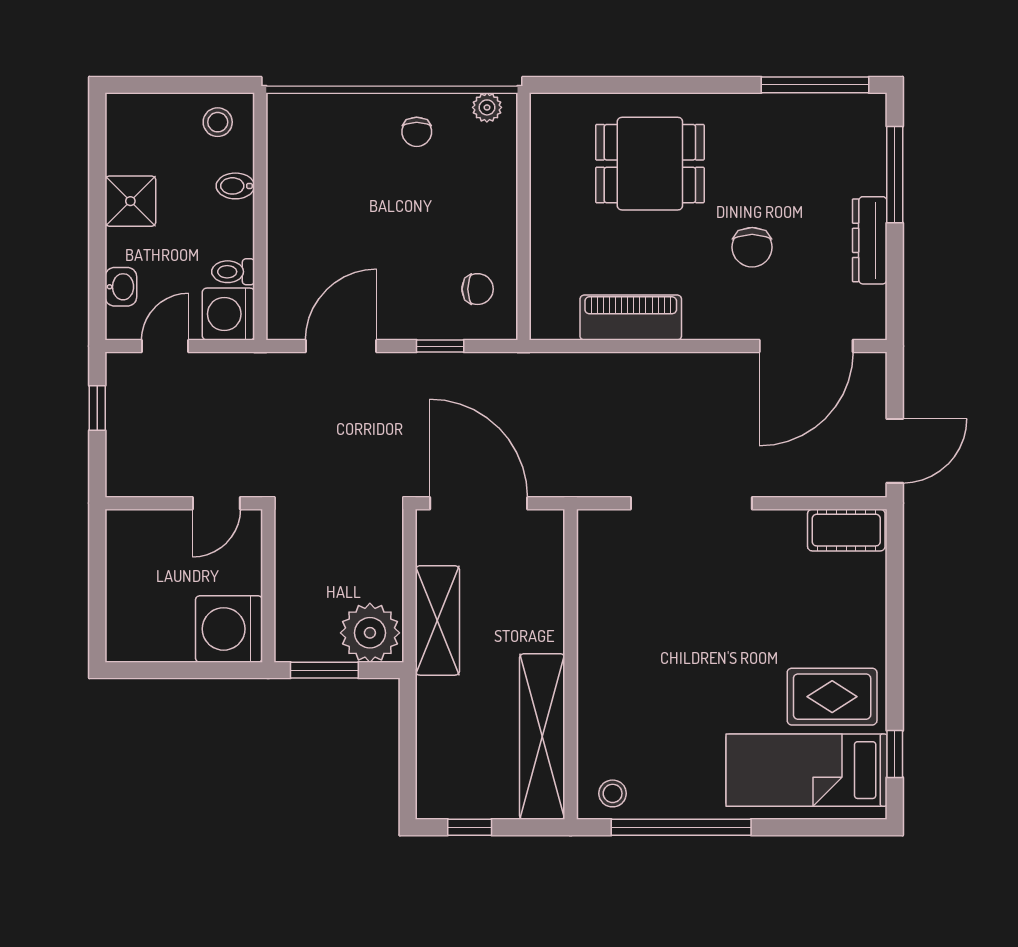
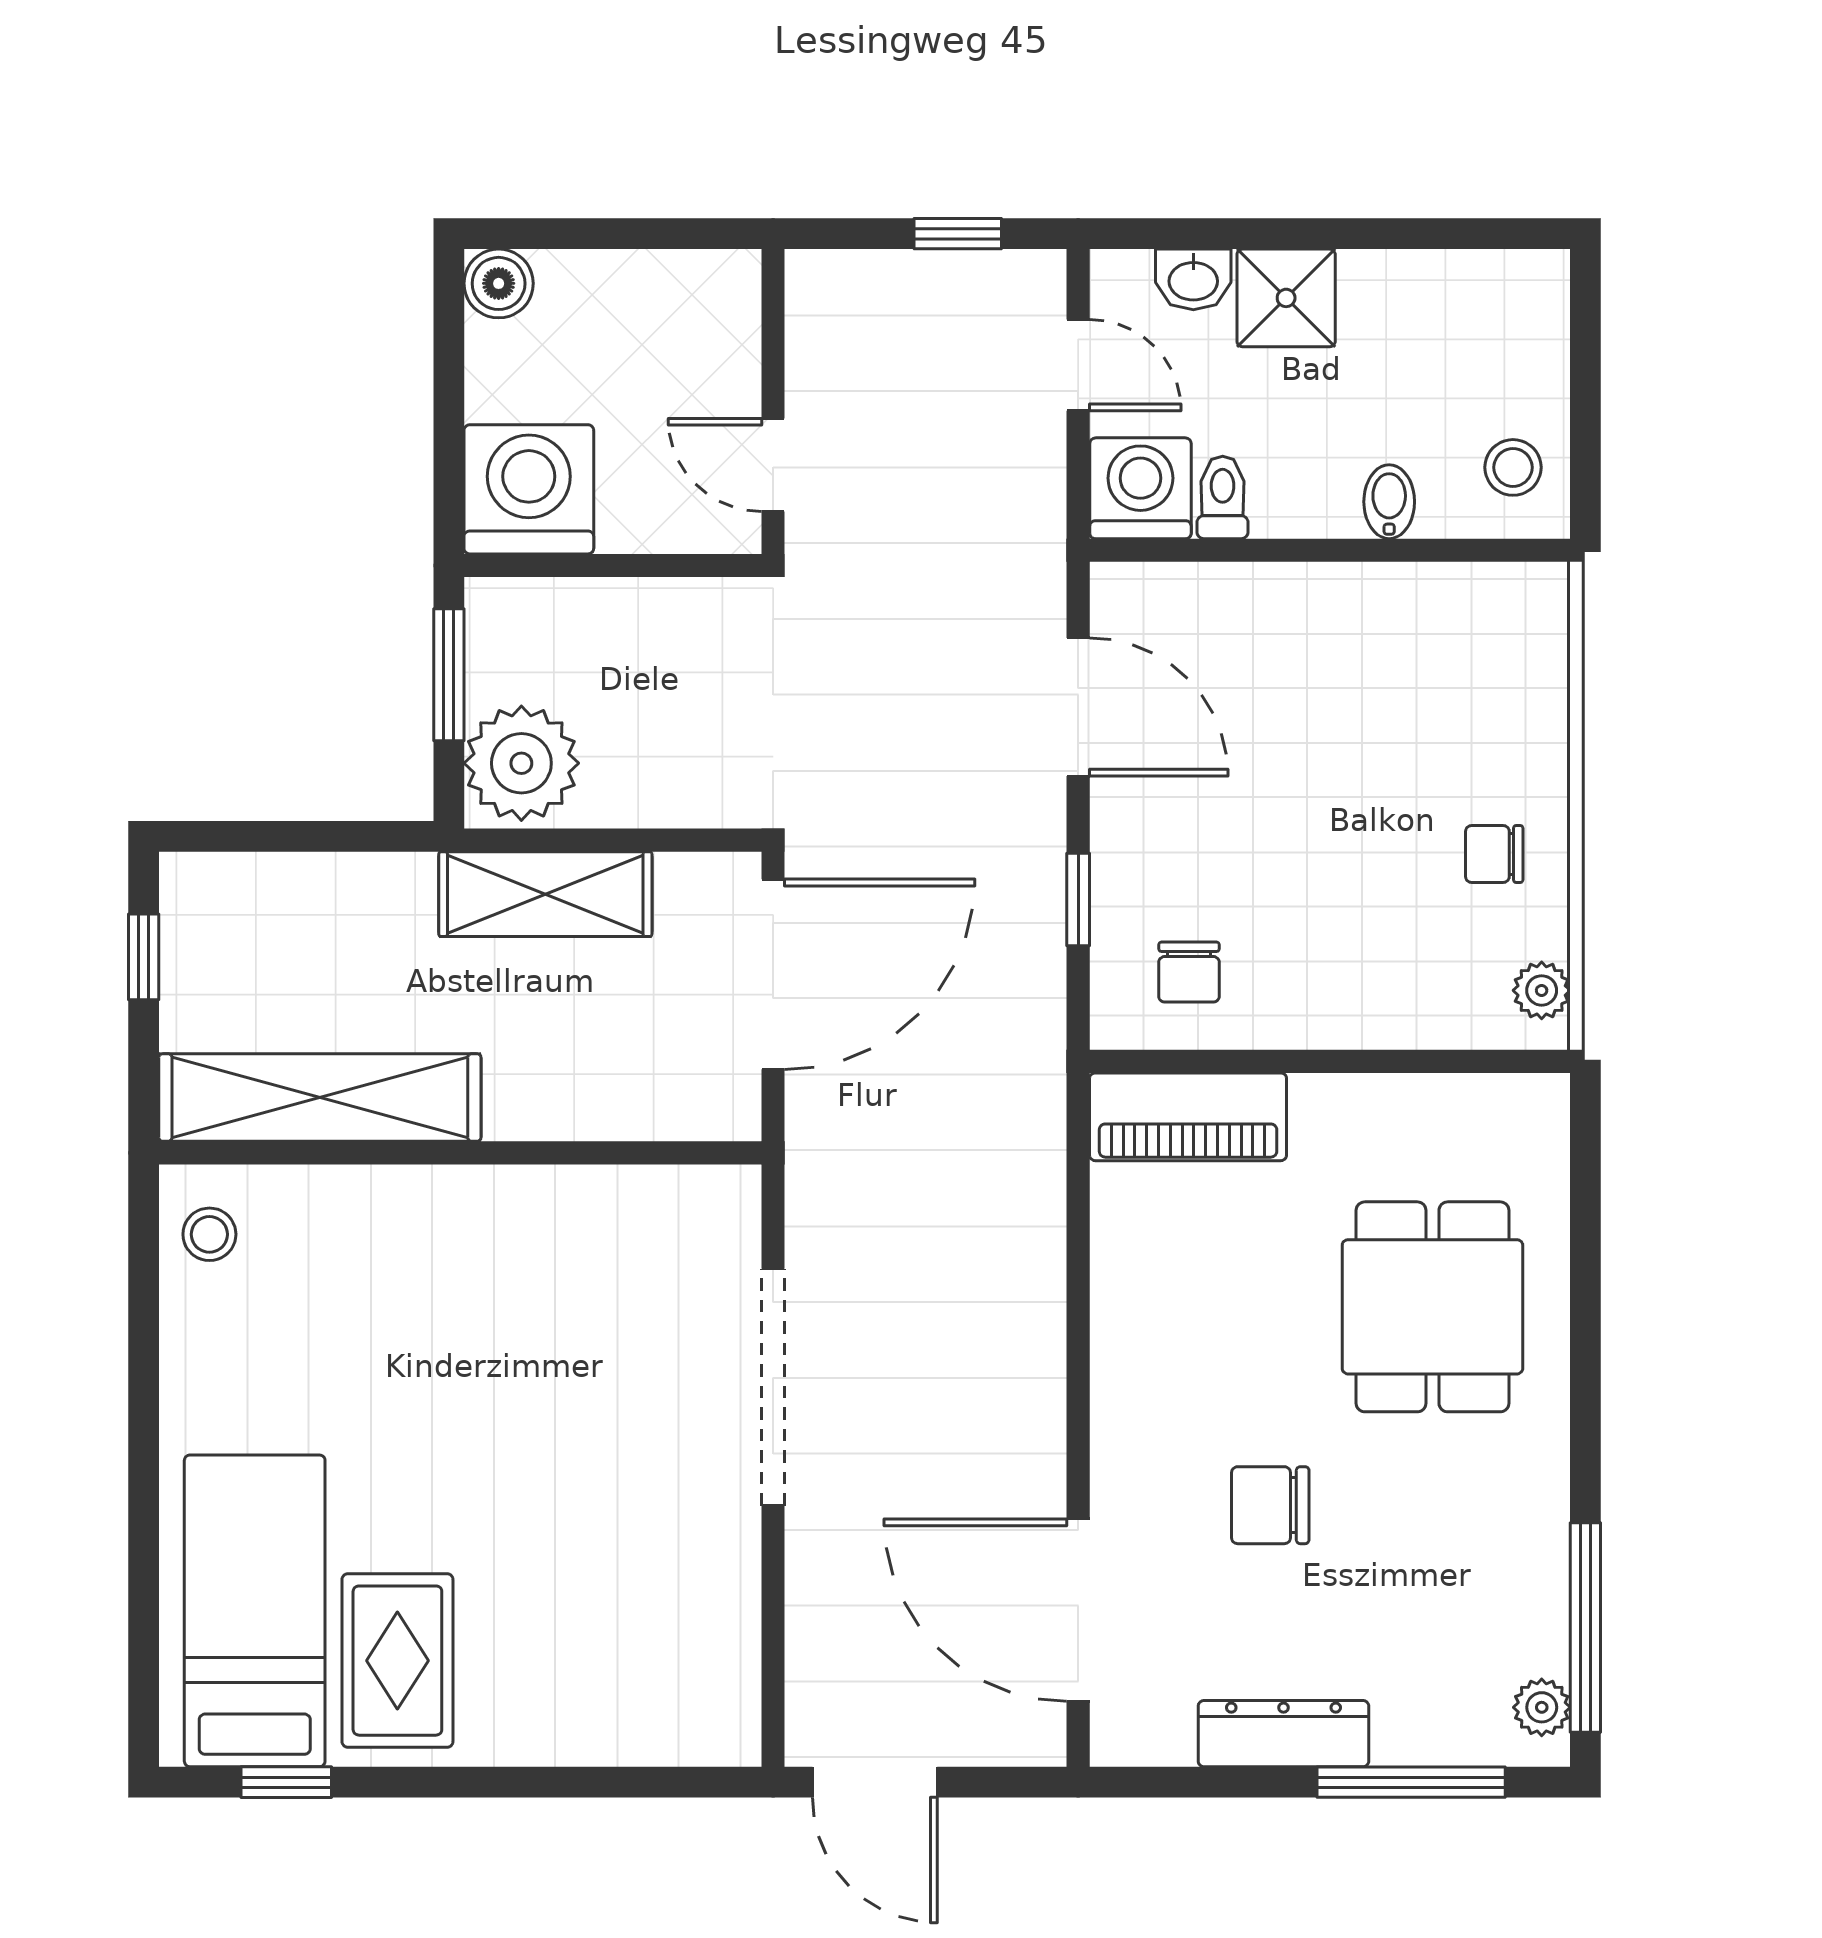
plant: (856, 107) -> (1542, 1707), added
shower: (130, 201) -> (1286, 298), moved
piano: (631, 318) -> (1188, 1117), moved, turned 90
cot: (846, 530) -> (721, 1688), removed
boiler: (123, 645) -> (499, 283), added
window: (681, 827) -> (144, 1367), removed

